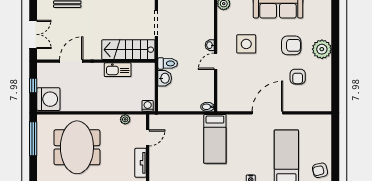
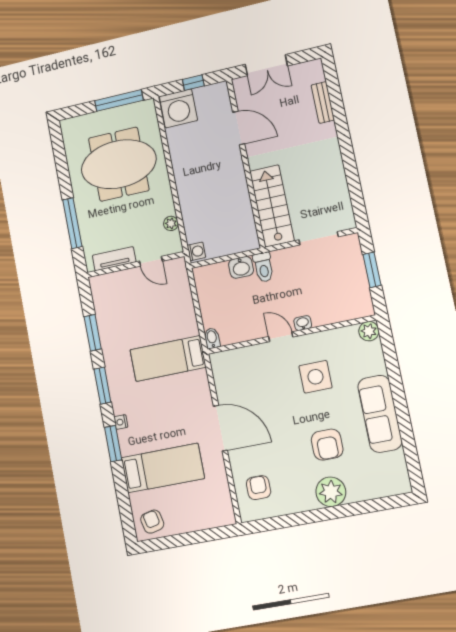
kitchen sink: (118, 70) -> (240, 197), removed
armchair: (298, 77) -> (259, 488), moved, turned 90

